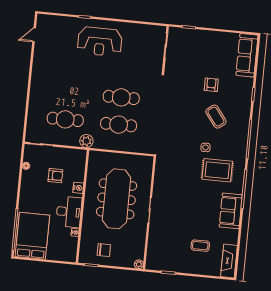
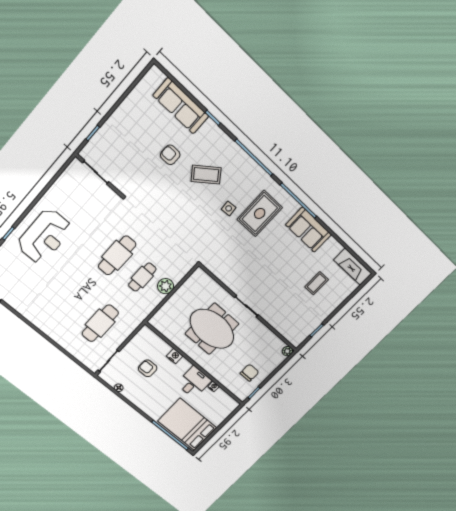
sofa: (247, 55) -> (181, 106), moved
cafe table: (119, 125) -> (142, 277), width x0.73, depth x0.74
plant: (86, 141) -> (166, 286), moved
armchair: (55, 176) -> (148, 368), turned -90
meeting table: (117, 199) -> (212, 329), width x0.73
desk: (69, 212) -> (194, 382), width x0.73

